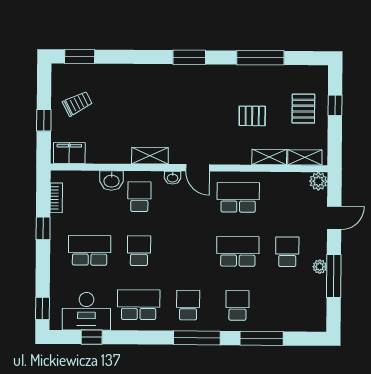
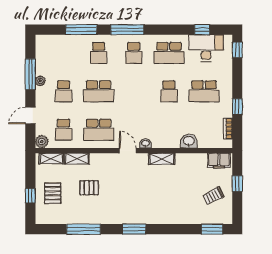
school desk: (139, 197) -> (63, 130), moved

